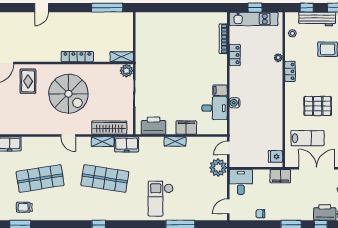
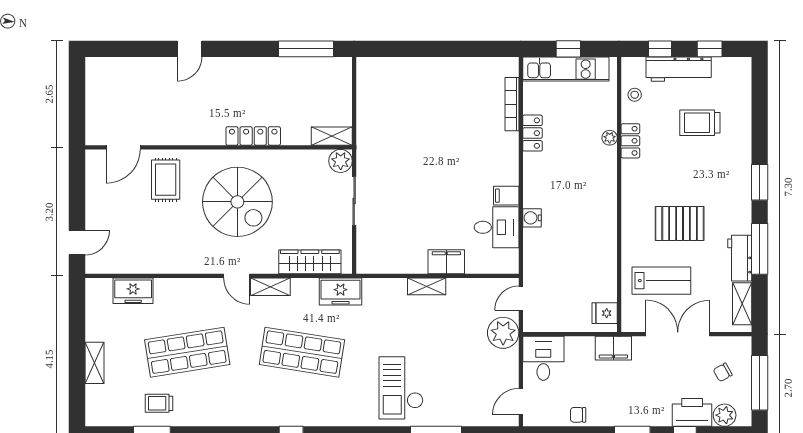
locker: (290, 71) -> (630, 141), moved
printer: (154, 126) -> (388, 258), removed
shelving: (103, 142) -> (270, 287), moved

